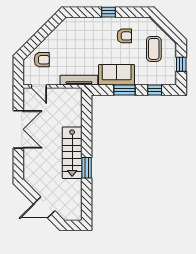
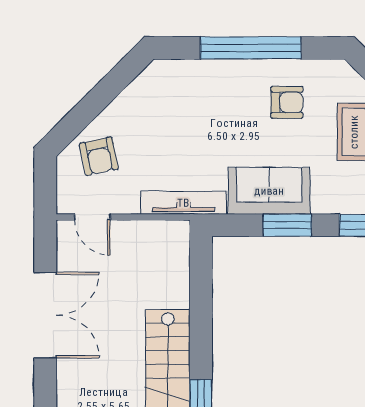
window: (108, 12) -> (251, 48), width x3.17
armchair: (42, 60) -> (99, 156), turned 78

